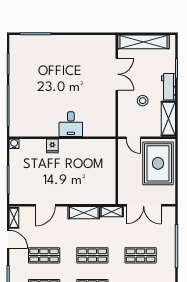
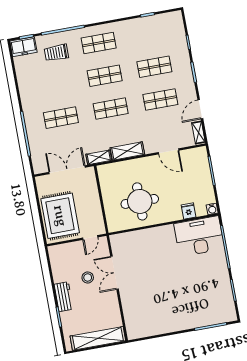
double door: (117, 74) -> (114, 273), moved
shelving: (168, 119) -> (58, 264), removed
desk: (71, 124) -> (199, 236), moved, width x1.87, depth x1.30
door: (133, 138) -> (90, 238), swing flipped
fridge: (52, 146) -> (189, 211), moved
round table: (81, 163) -> (140, 201), added
door: (45, 205) -> (169, 151), swing flipped
door: (8, 239) -> (200, 109), hinge flipped

